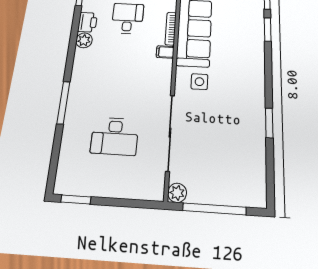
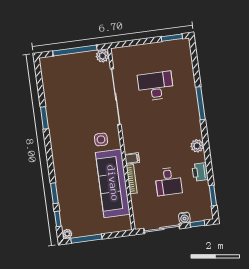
plant: (84, 40) -> (197, 146), moved

